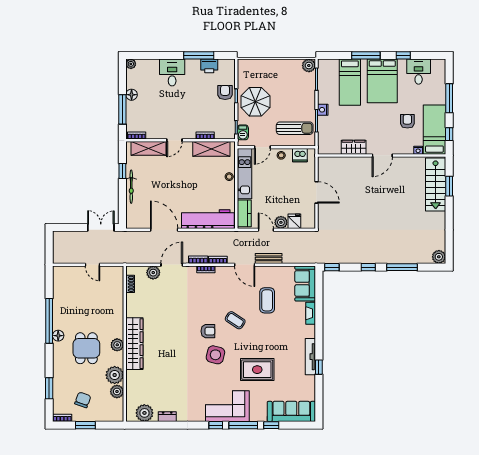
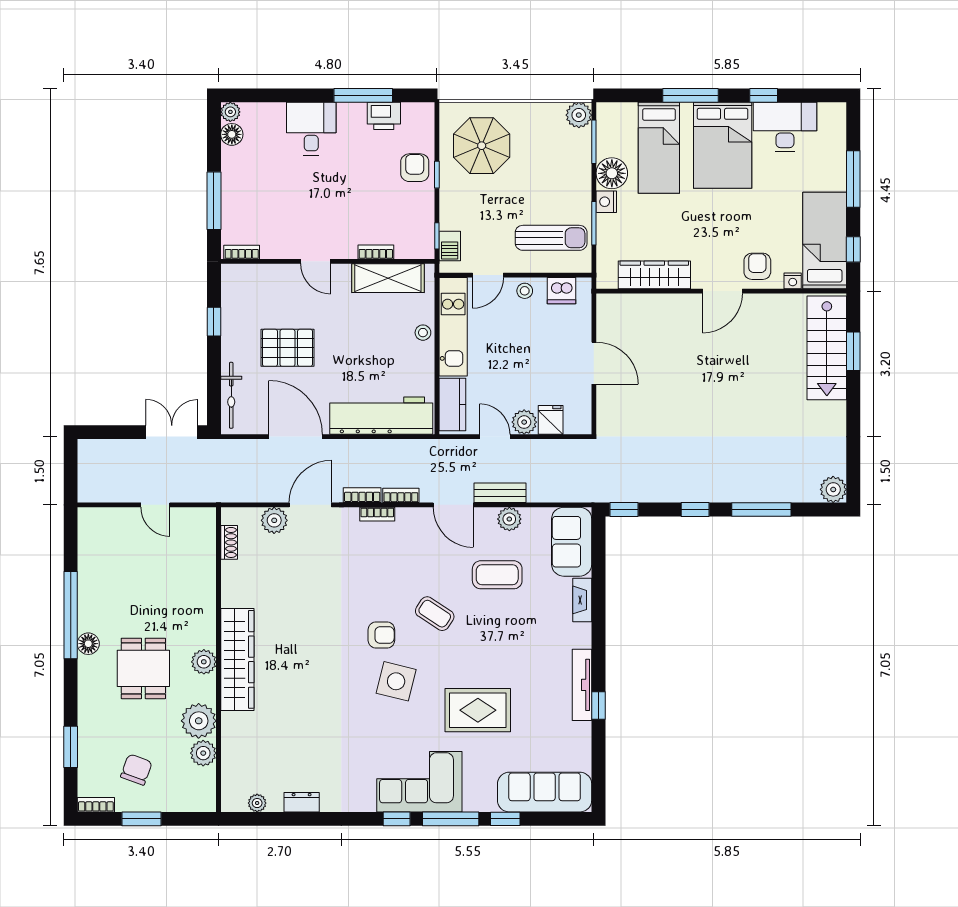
desk: (419, 72) -> (785, 127), width x1.37
floor lamp: (132, 95) -> (232, 134), moved
floor lamp: (326, 95) -> (612, 173), added
parasol: (255, 102) -> (482, 146), moved
armchair: (407, 121) -> (757, 266), moved
door: (174, 140) -> (316, 261), hinge flipped
wardrobe: (354, 147) -> (654, 275), width x1.50
shelving: (148, 148) -> (265, 277), removed
pallet: (160, 184) -> (287, 348), added
bicycle: (131, 187) -> (231, 395), moved
plant: (273, 272) -> (509, 519), added
coffee table: (267, 300) -> (497, 575), turned 90
plant: (144, 413) -> (257, 803), width x0.53, depth x0.53

